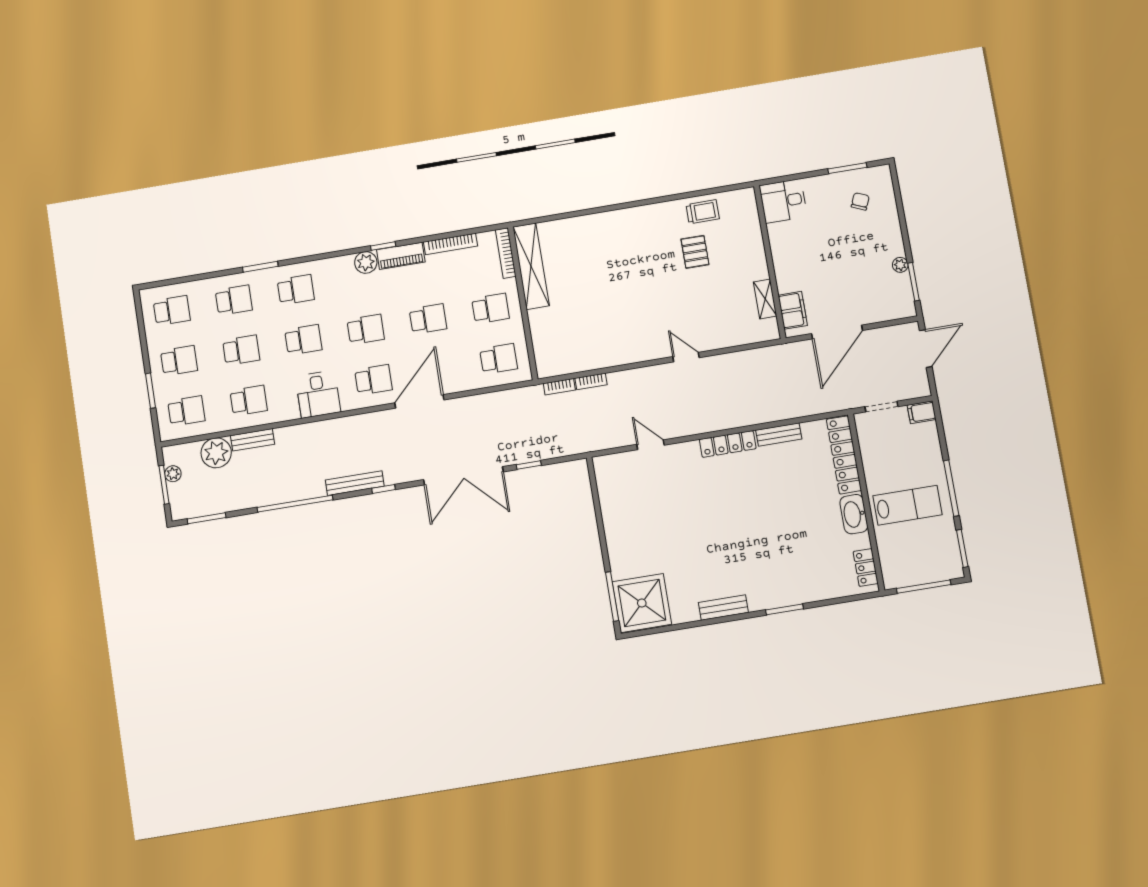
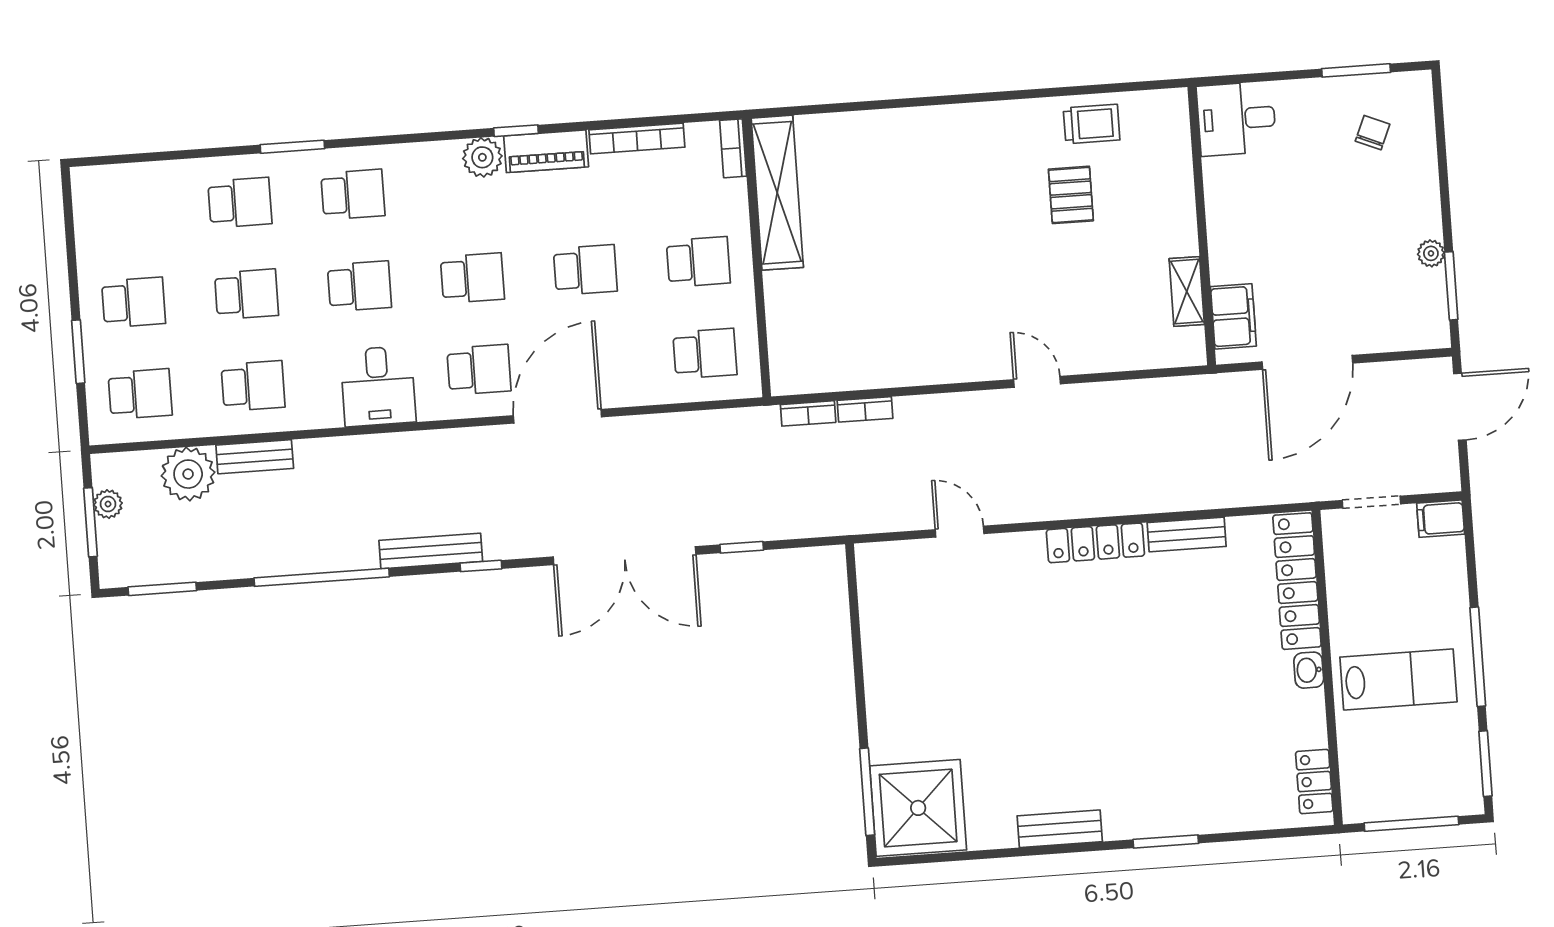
bookcase: (506, 253) -> (733, 148), width x0.64
school desk: (172, 311) -> (127, 211), removed
washbasin: (854, 514) -> (1309, 670), width x0.52, depth x0.69

